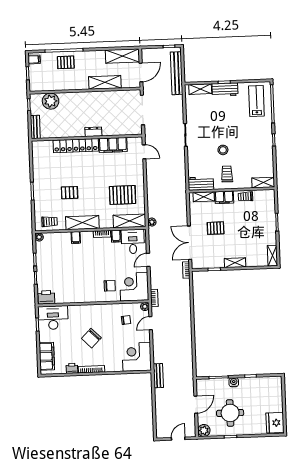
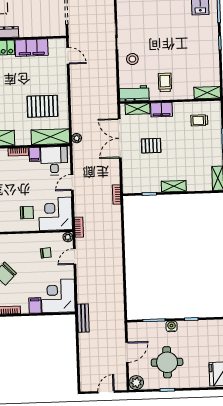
stool: (223, 150) -> (132, 59), moved
trolley: (245, 197) -> (199, 120), moved
double door: (190, 243) -> (120, 138), moved
filing cabinet: (117, 365) -> (35, 305), added

